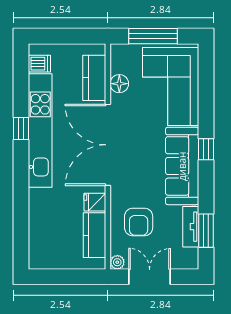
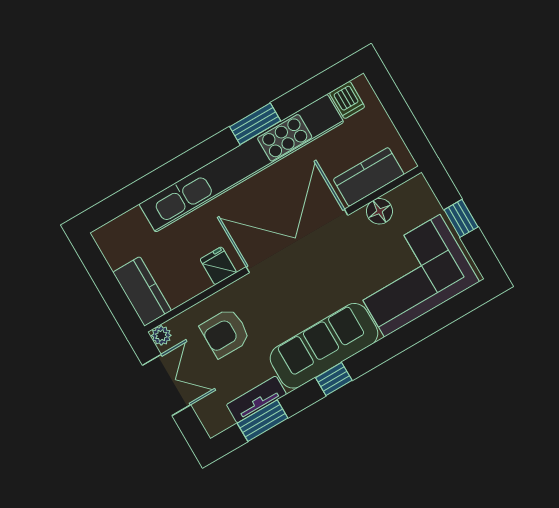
window: (153, 36) -> (461, 218), width x0.46
window: (21, 129) -> (255, 124), width x1.50
kitchen unit: (40, 130) -> (241, 163), width x1.36
window: (206, 149) -> (334, 379), moved
kitchen counter: (94, 235) -> (142, 291), moved, turned 90

